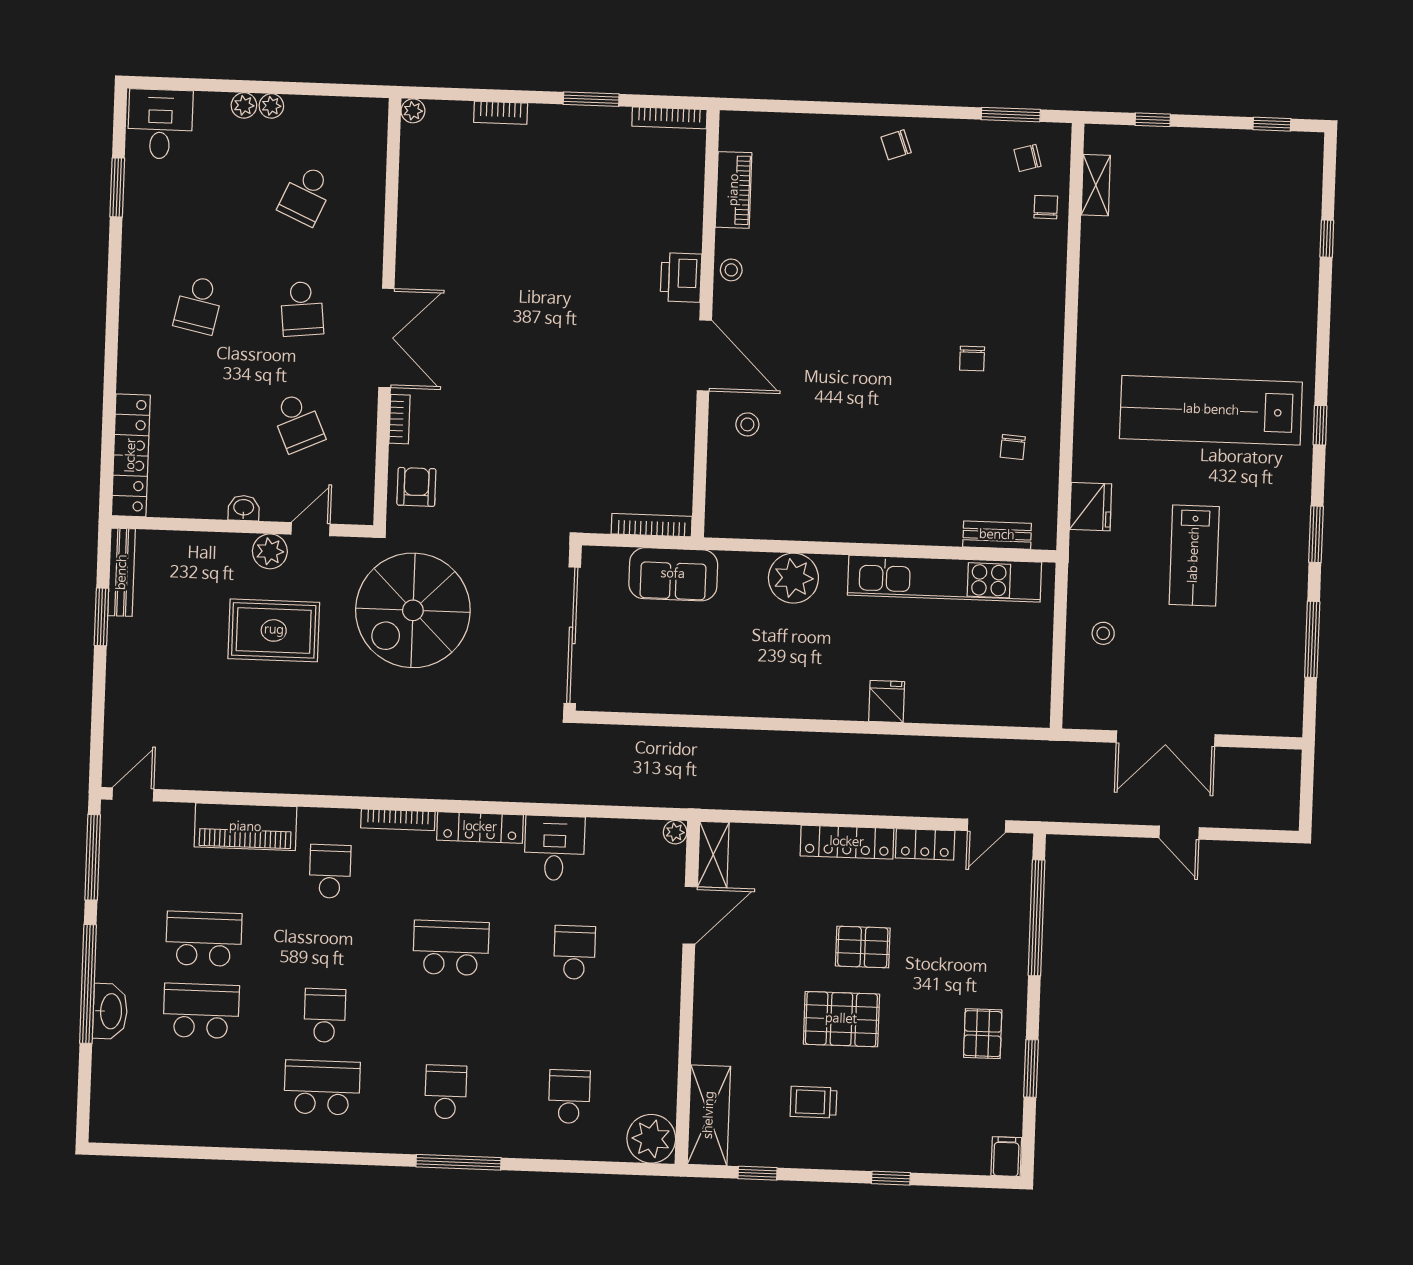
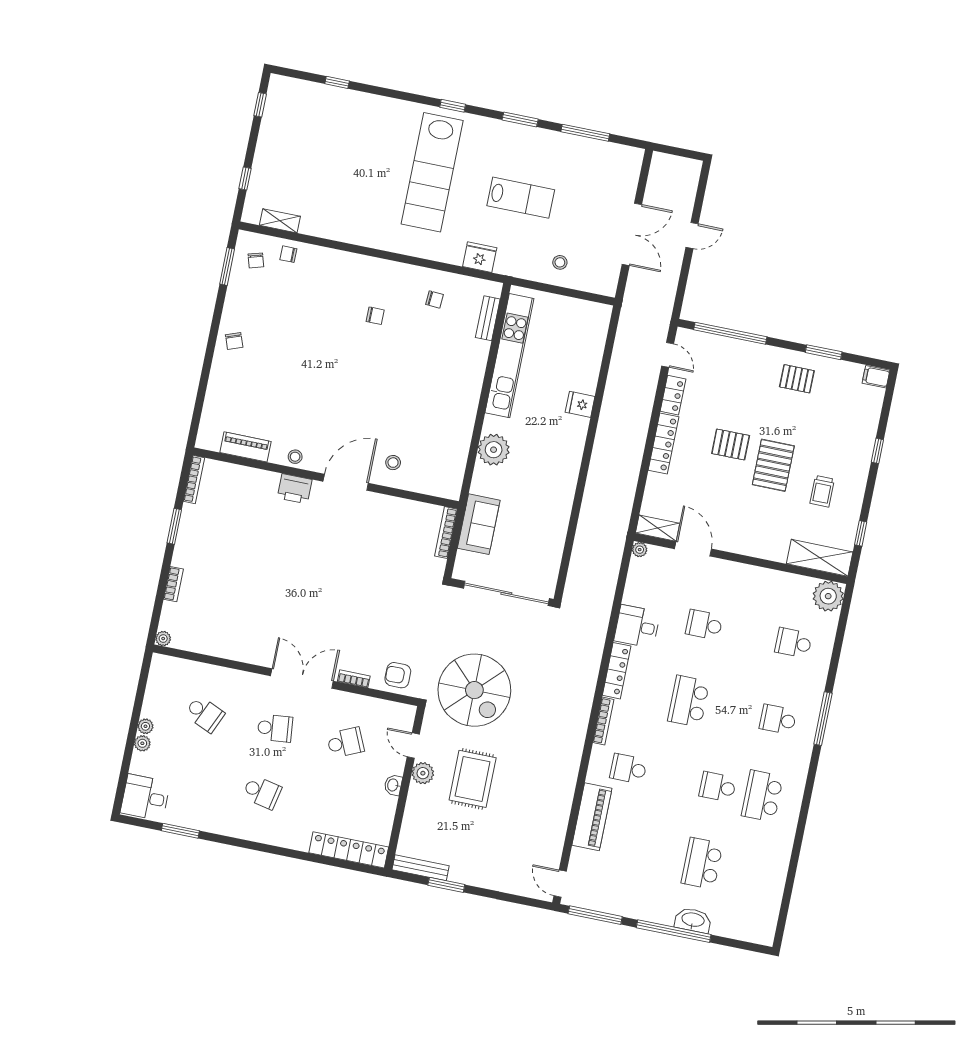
school desk: (204, 939) -> (657, 854), removed
pallet: (863, 947) -> (731, 445), turned 90

